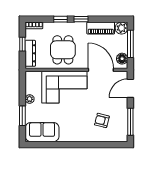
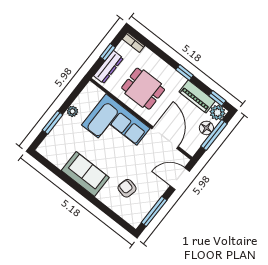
window: (60, 19) -> (217, 98), moved
dining table: (63, 50) -> (143, 89), turned 90
floor lamp: (122, 59) -> (206, 128), moved
sofa: (42, 132) -> (85, 174), moved

